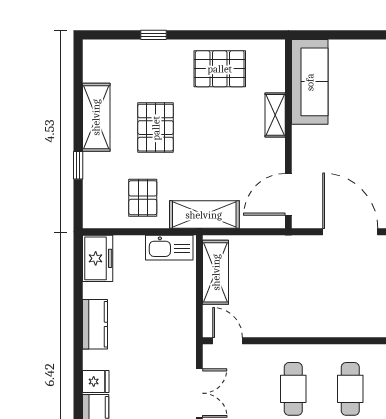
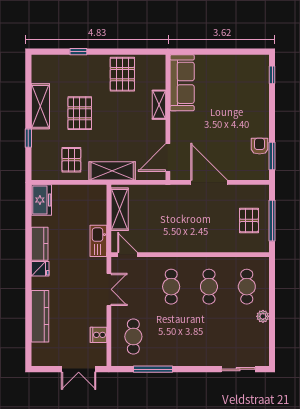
pallet: (220, 69) -> (122, 74), turned 90
kitchen sink: (169, 248) -> (98, 241), moved, turned 90
fridge: (96, 382) -> (40, 269), moved

